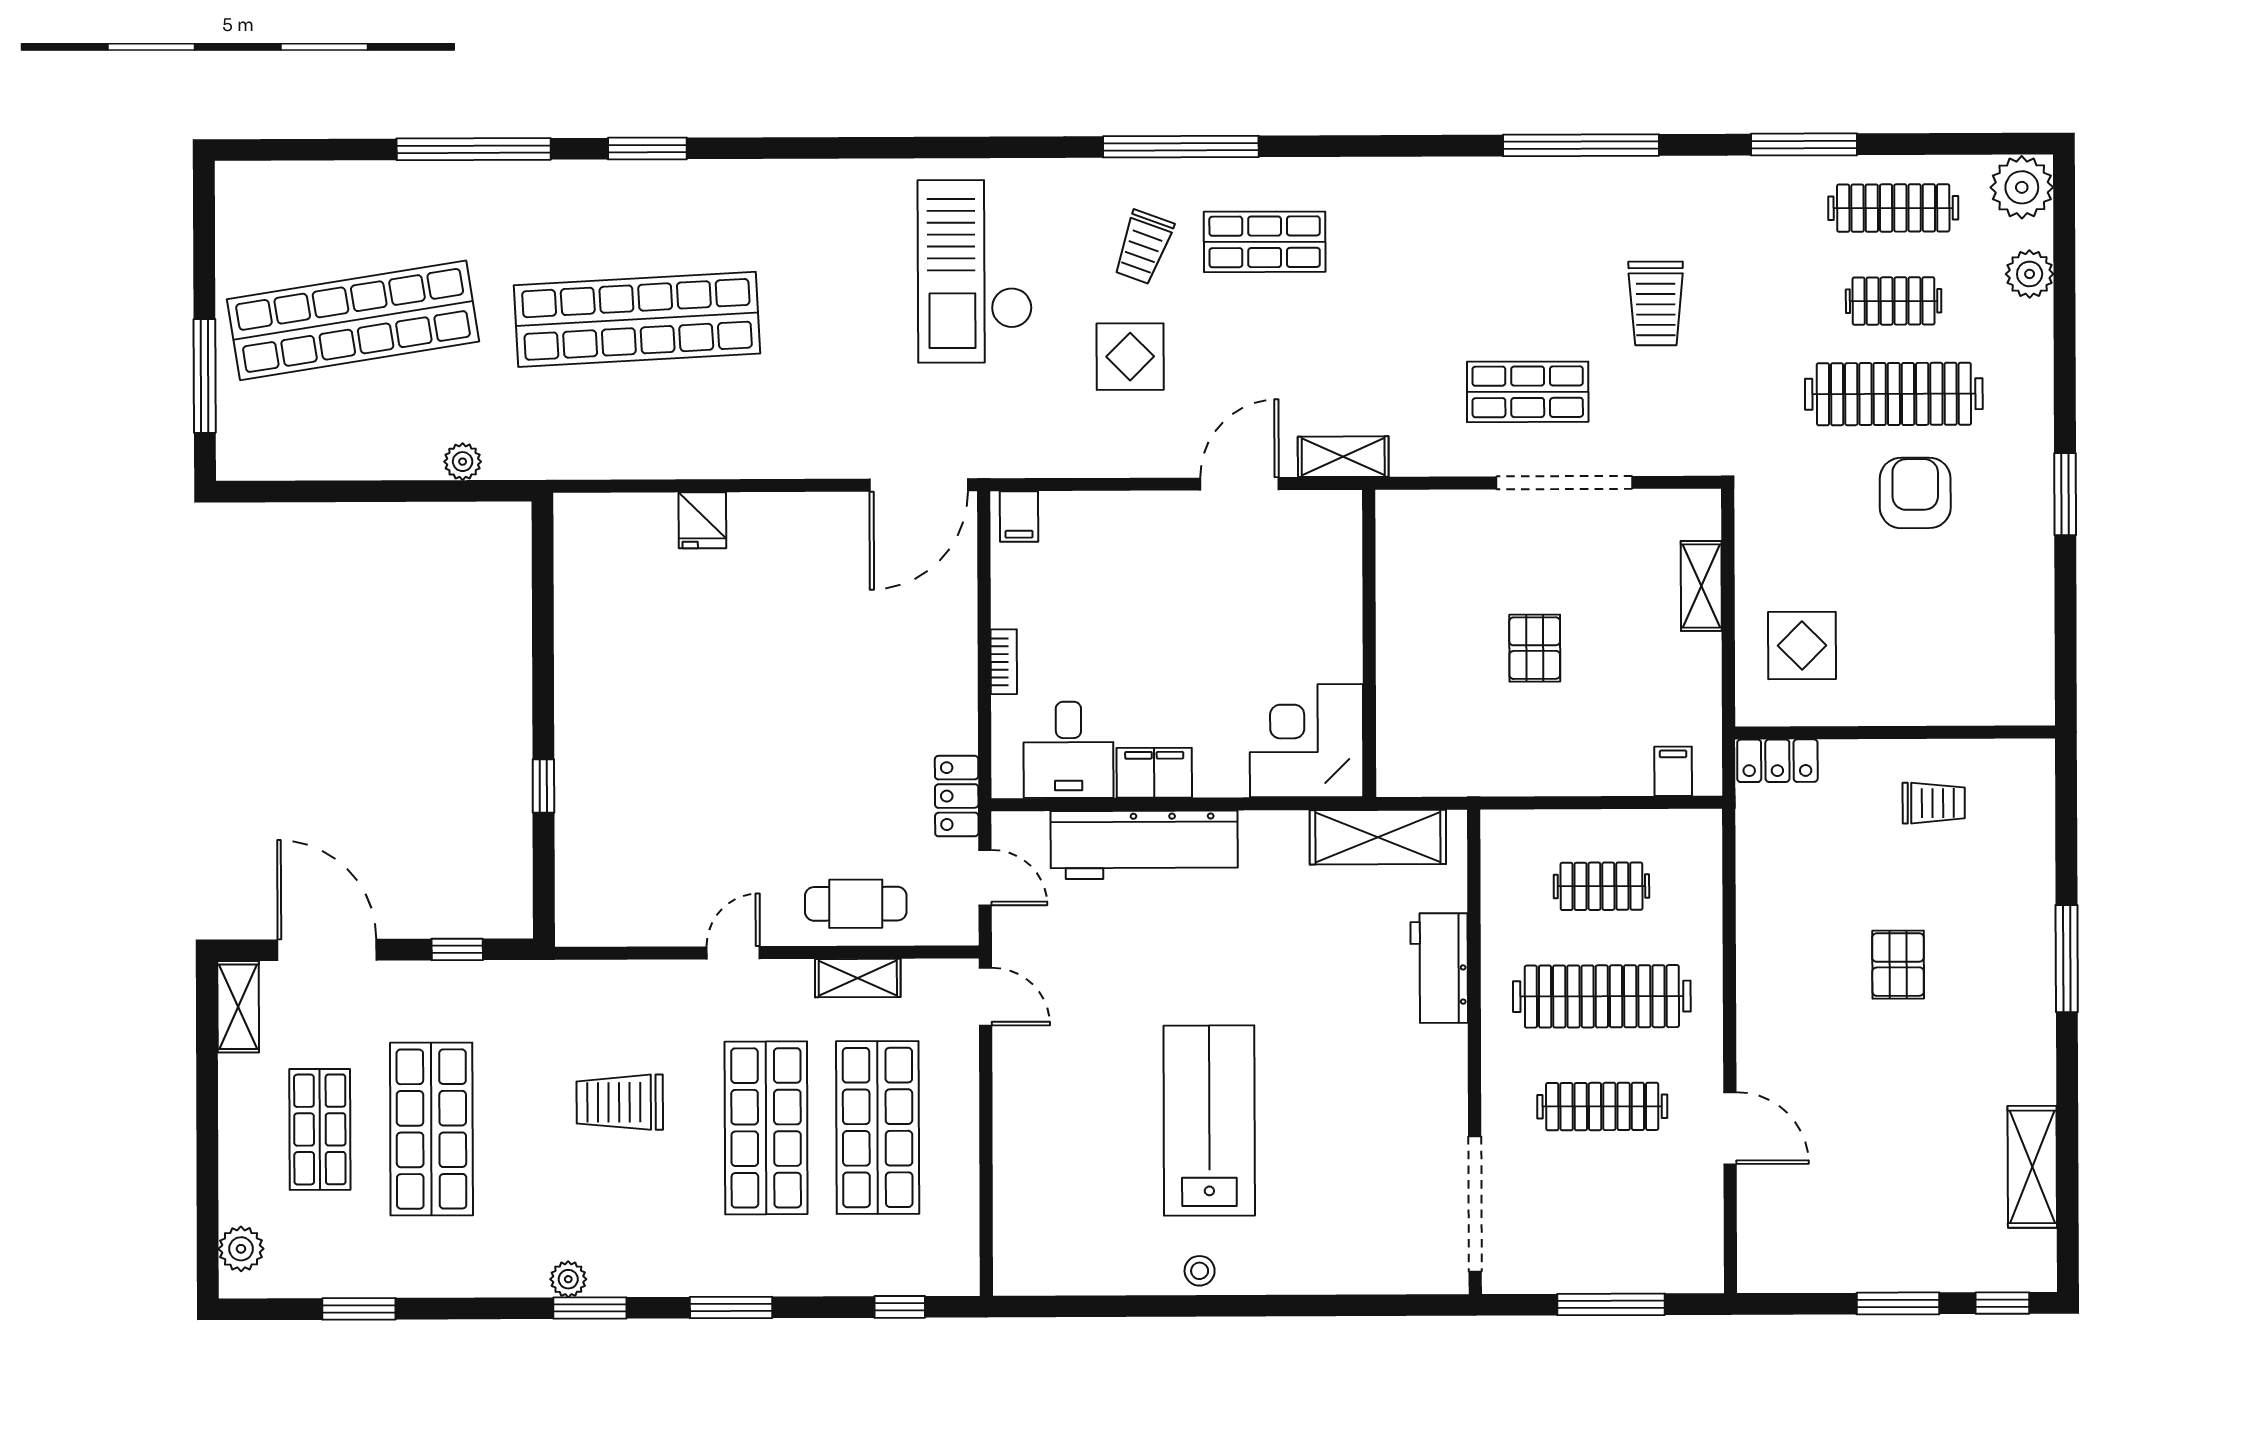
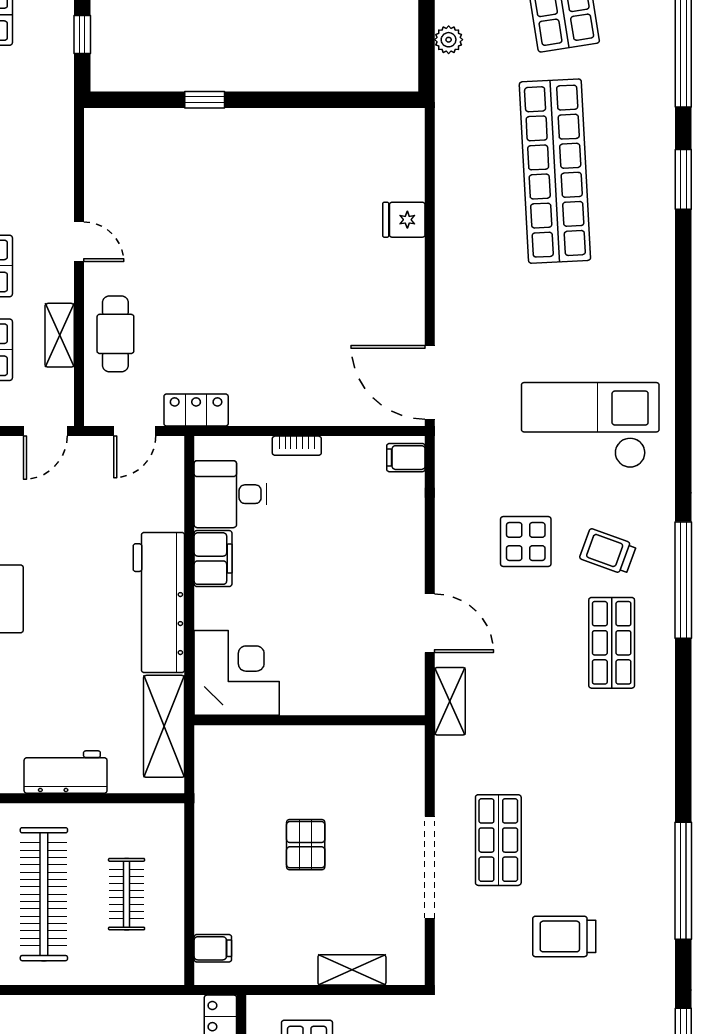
pallet: (1535, 648) -> (306, 845), turned 90
workbench: (1144, 845) -> (159, 602), moved

